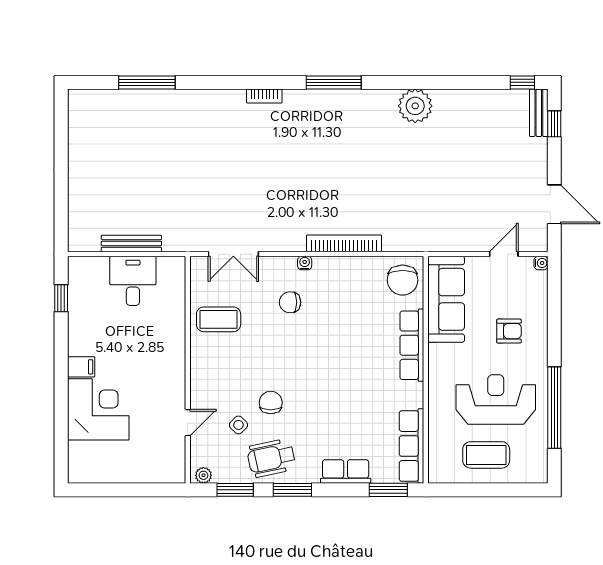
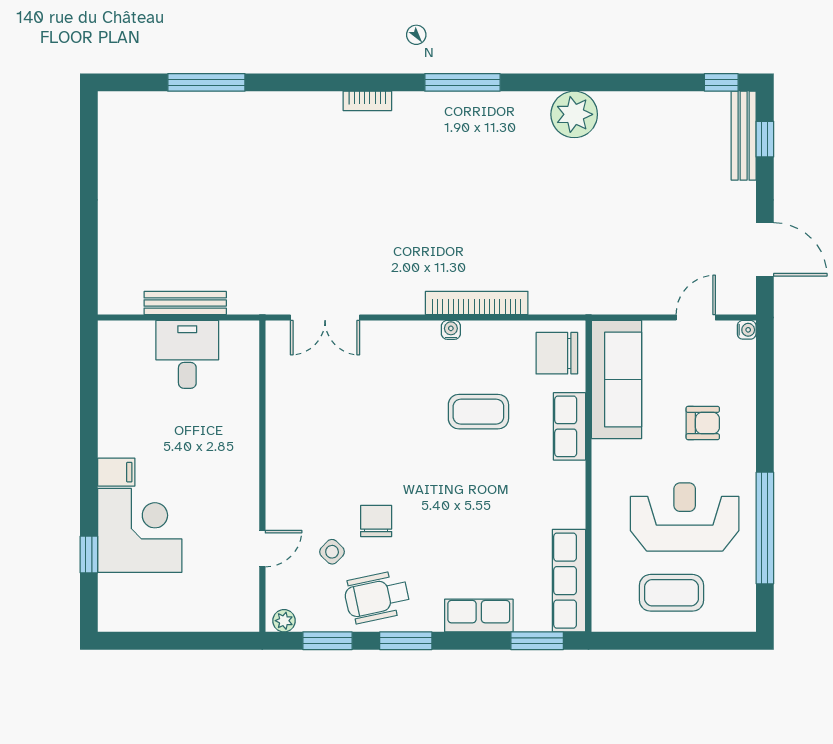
bench: (539, 113) -> (744, 136), width x1.36
water cooler: (305, 263) -> (451, 330), moved
chair: (403, 280) -> (557, 353), turned 90
window: (61, 298) -> (89, 554), moved
chair: (290, 302) -> (403, 384), removed
coffee table: (219, 319) -> (478, 412), moved
row of seats: (412, 345) -> (570, 426), width x0.68

